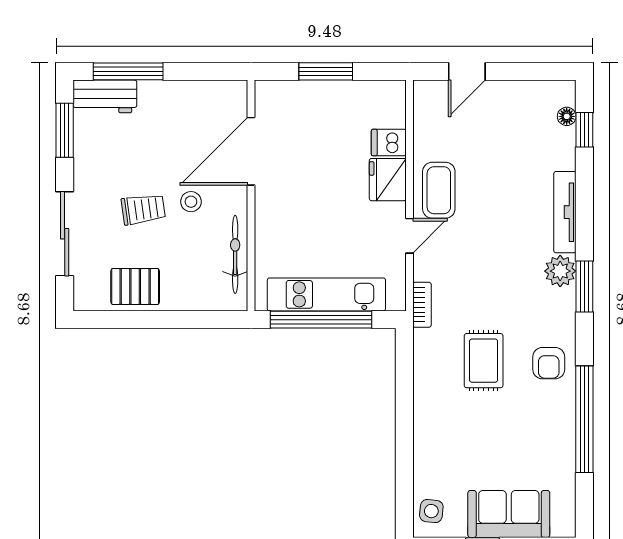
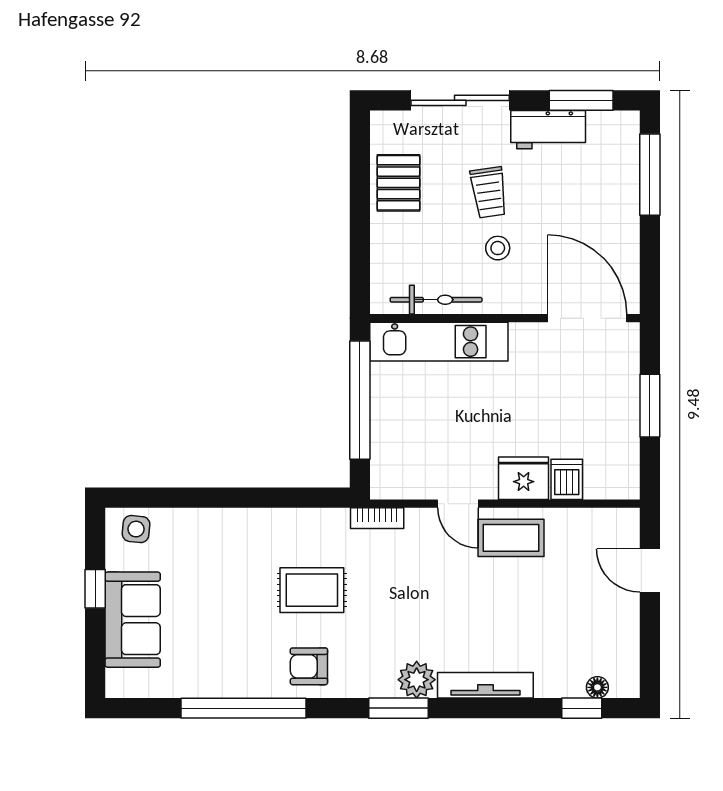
workbench: (105, 96) -> (548, 130), moved, turned -90
door: (251, 151) -> (587, 318), moved
kitchen unit: (326, 294) -> (439, 342), moved, turned 90

